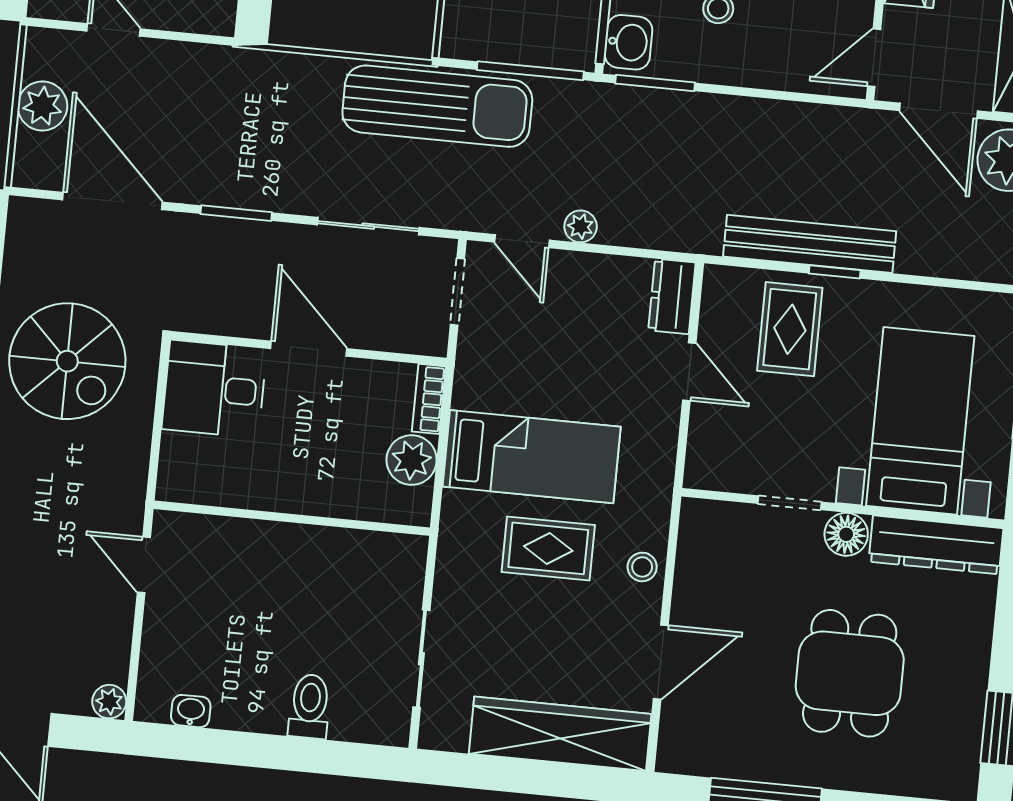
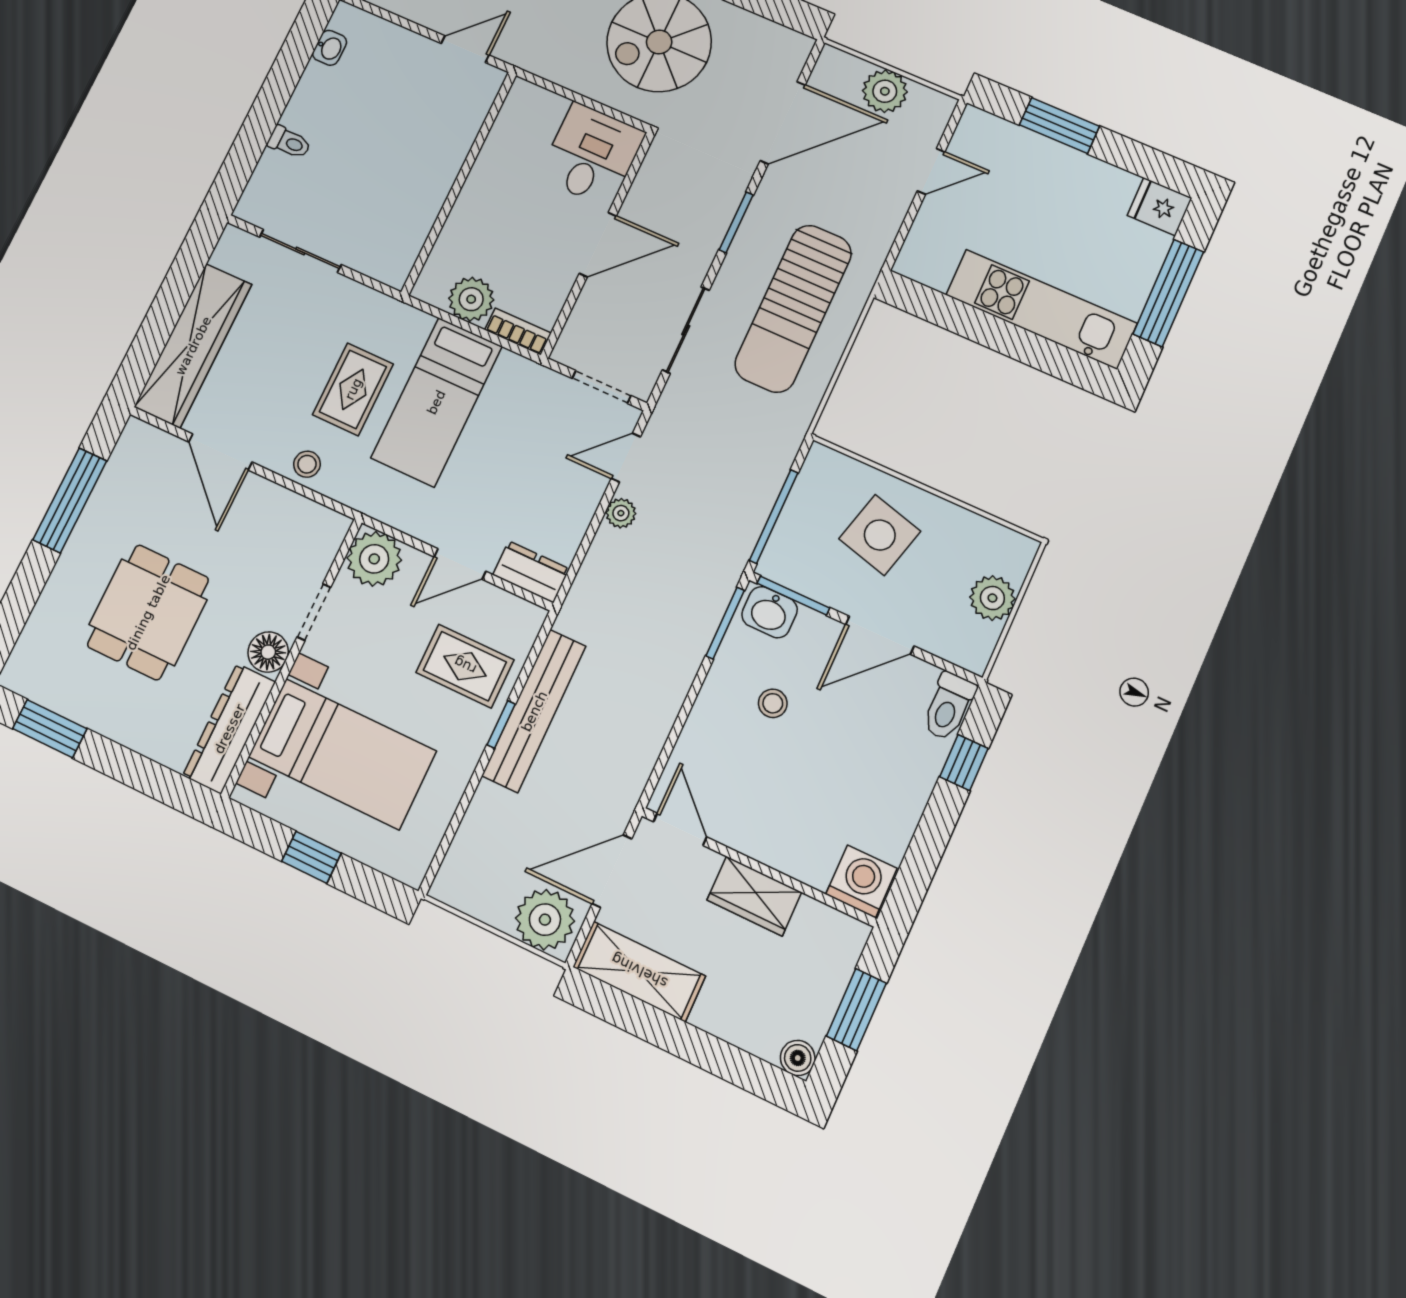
sun lounger: (437, 106) -> (793, 308), moved
plant: (715, 461) -> (374, 559), added
dining table: (850, 673) -> (148, 612), turned 90
toilet: (310, 706) -> (289, 142), width x0.73, depth x0.72

